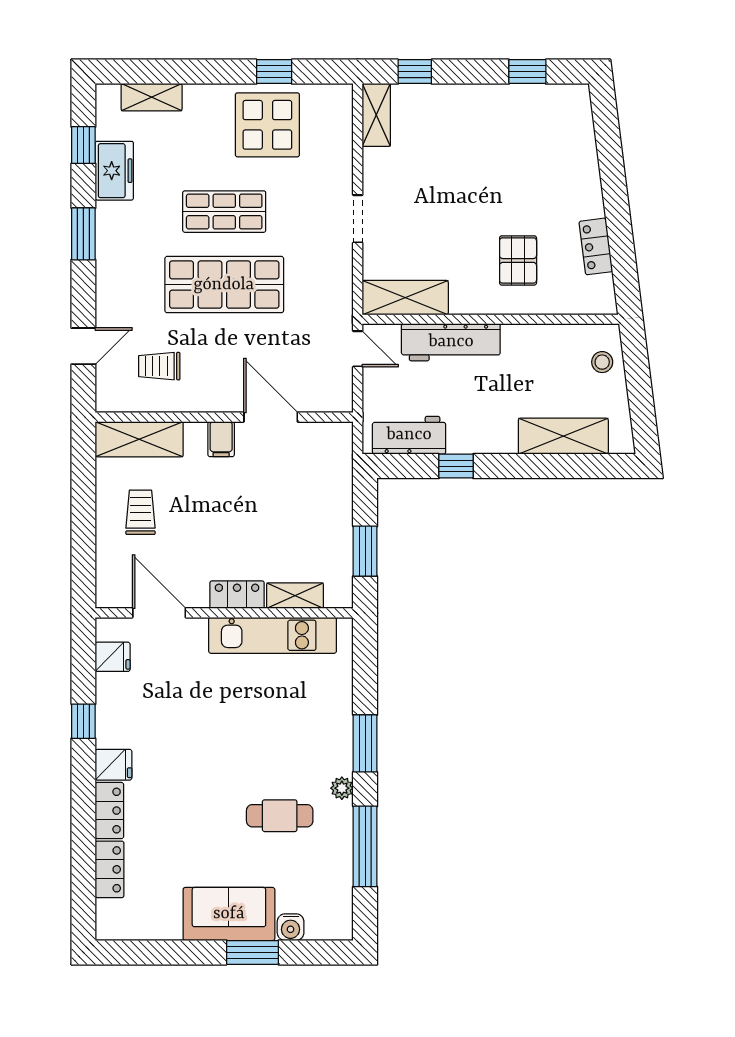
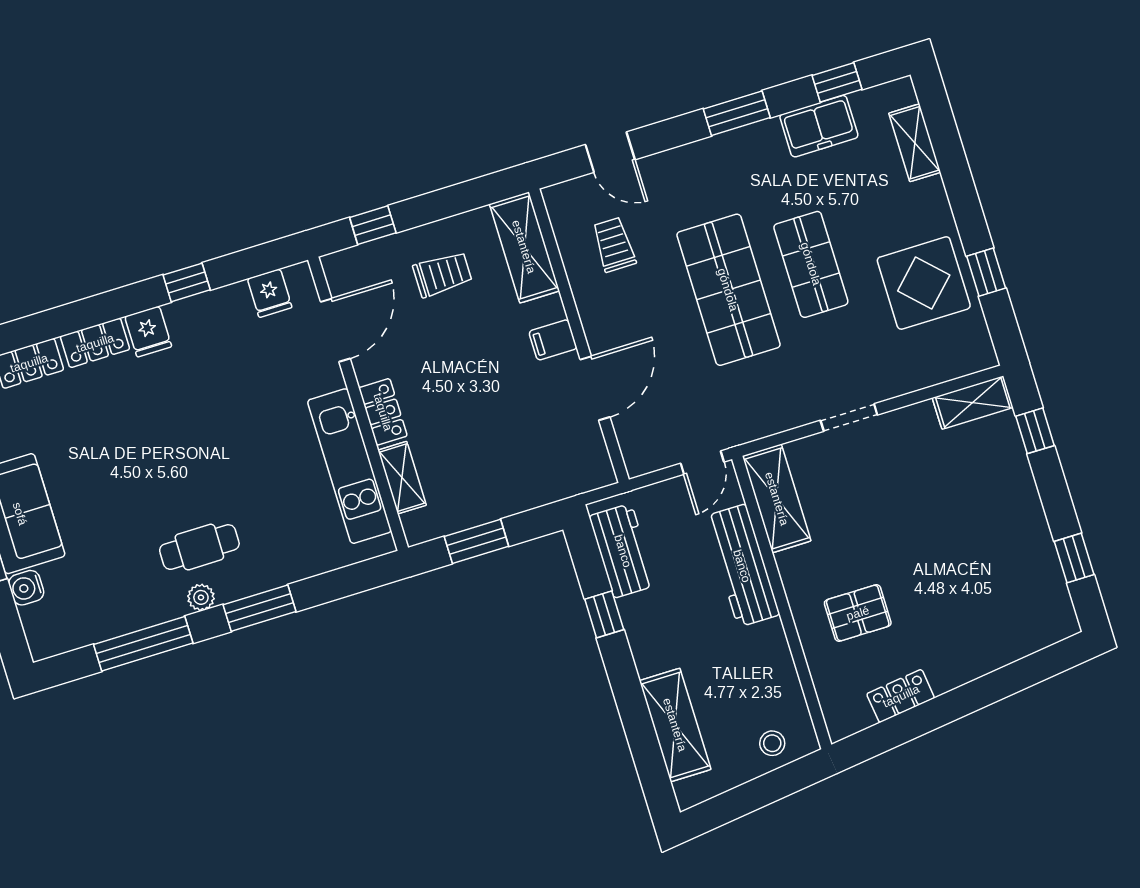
window: (83, 556) -> (373, 225), added
cafe table: (280, 816) -> (199, 547), moved, turned 90

